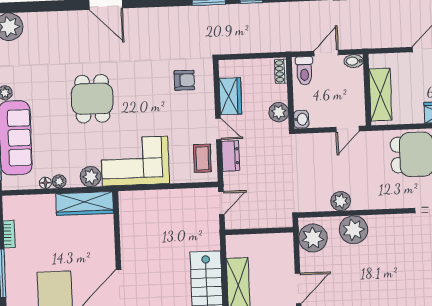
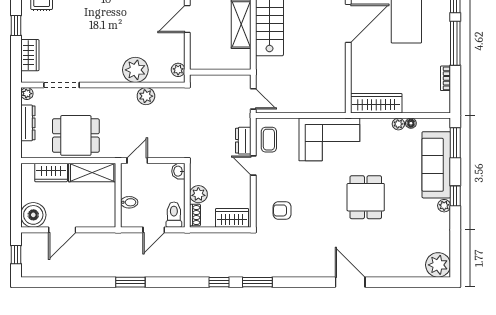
bidet: (354, 61) -> (129, 202), moved
shelving: (380, 95) -> (92, 172), moved, turned 90
wardrobe: (230, 96) -> (232, 218), moved, turned 90
plant: (279, 112) -> (198, 194), moved
plant: (91, 177) -> (370, 127), removed
door: (221, 203) -> (253, 99), swing flipped
plant: (313, 238) -> (178, 70), width x0.53, depth x0.53

